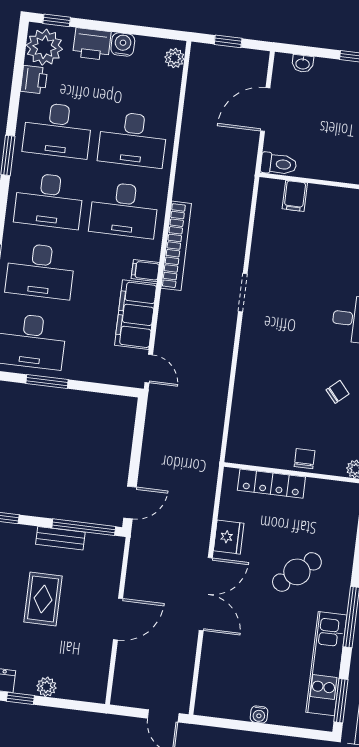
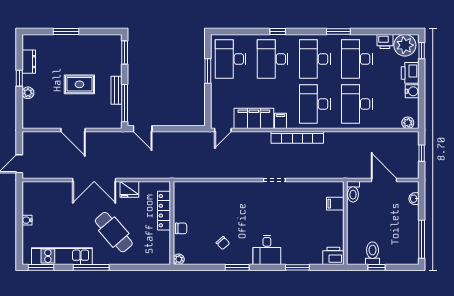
cafe table: (297, 572) -> (114, 232), width x1.37, depth x1.35

